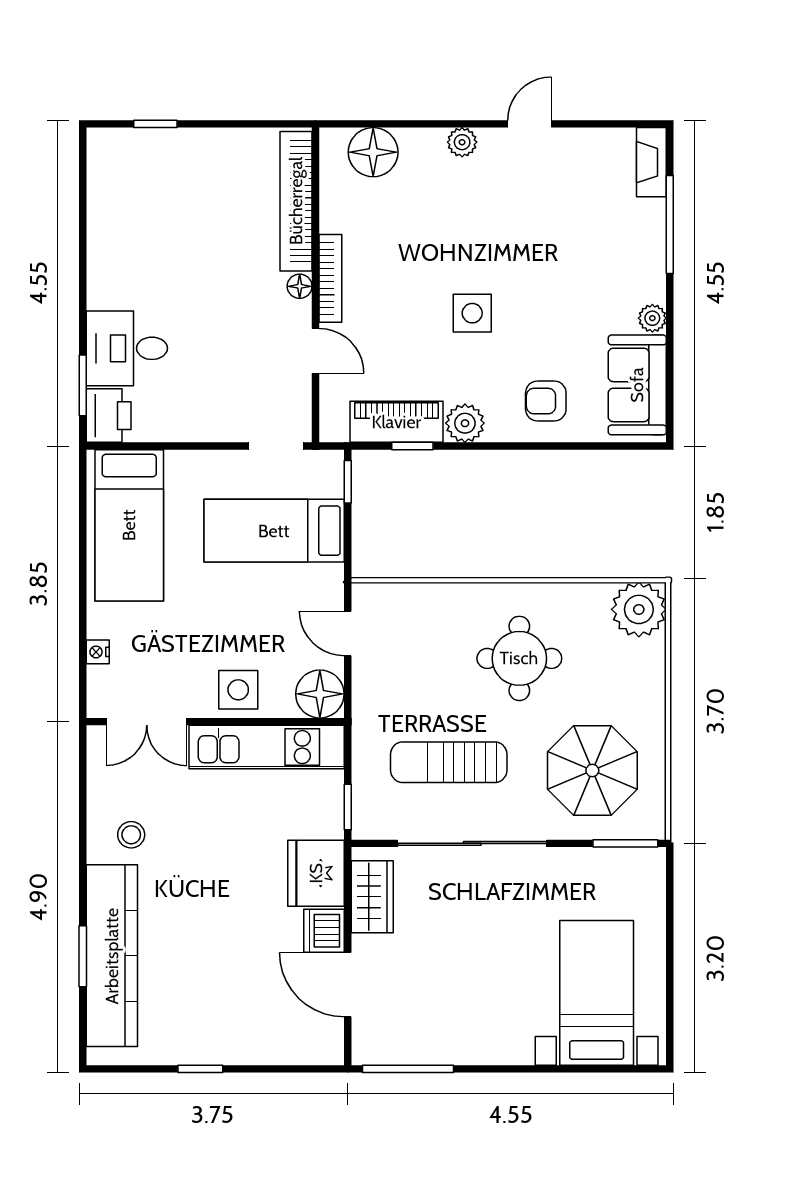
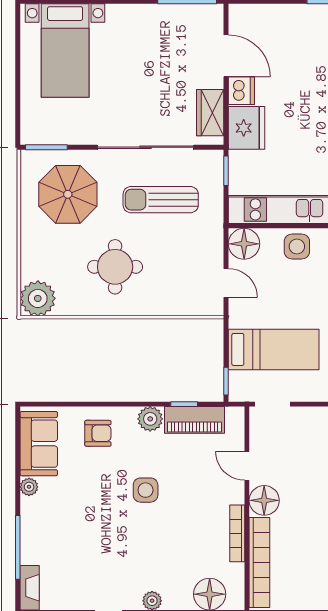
bookcase: (330, 278) -> (237, 533), moved
floor lamp: (300, 286) -> (264, 500), width x1.89, depth x1.89
sun lounger: (449, 762) -> (161, 200), turned 180

